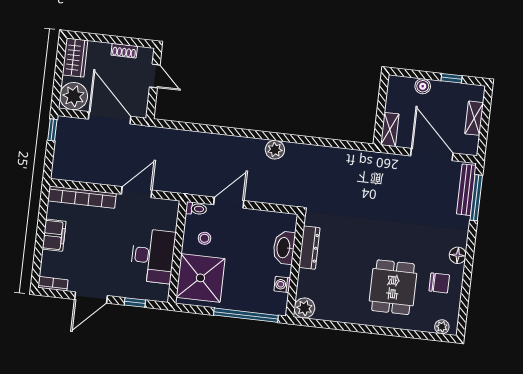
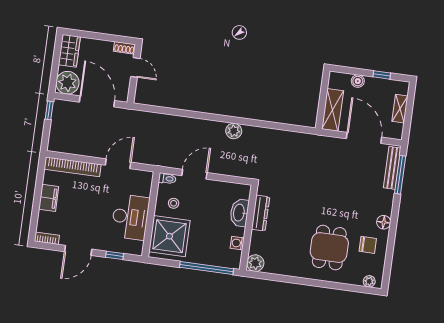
shoe rack: (124, 51) -> (124, 48), moved
shelving: (390, 129) -> (333, 110), width x1.50, depth x1.33

